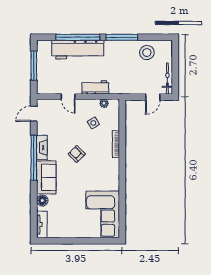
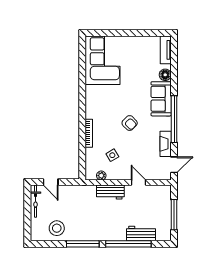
workbench: (78, 50) -> (141, 234), width x0.53, depth x0.76
door: (153, 97) -> (51, 182), swing flipped
fireplace: (42, 148) -> (166, 144), moved

